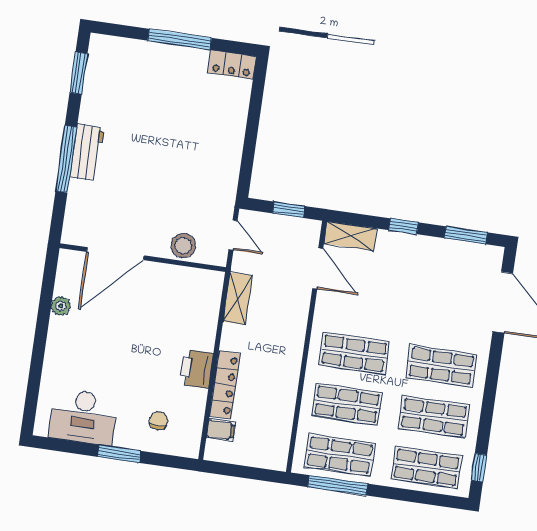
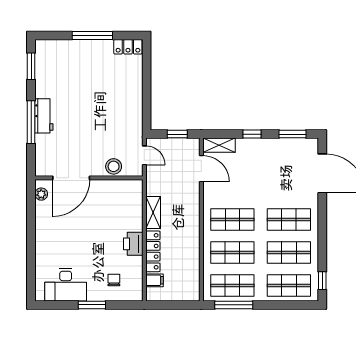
shelving: (238, 298) -> (153, 213), moved
plant: (61, 306) -> (41, 194), moved

